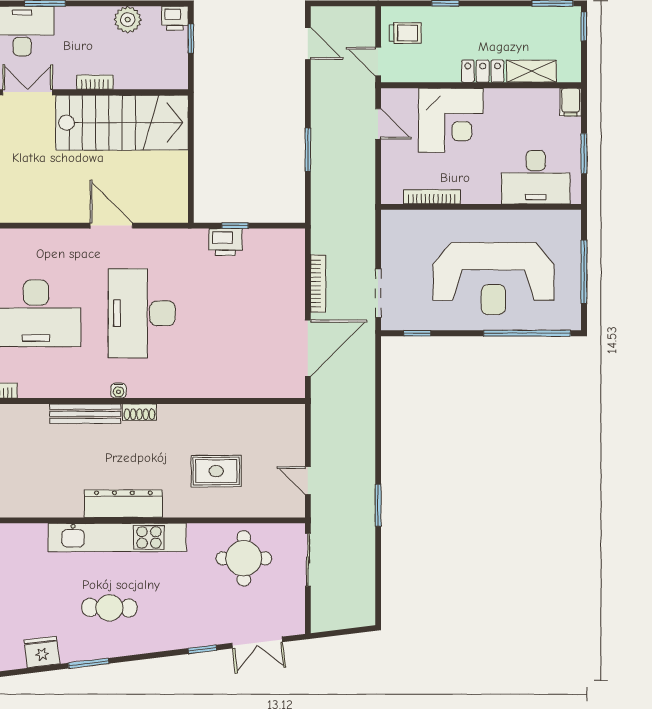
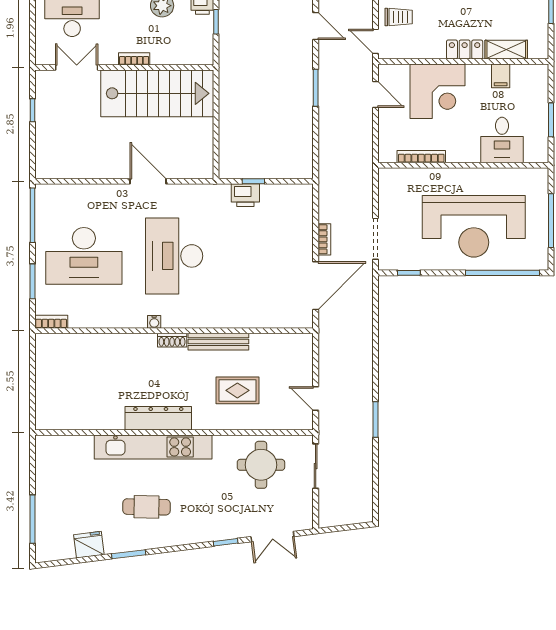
filing cabinet: (571, 102) -> (501, 76), moved
window: (308, 150) -> (316, 88), moved
desk: (536, 177) -> (502, 140), width x0.73
bookcase: (318, 283) -> (324, 239), width x0.64
bench: (85, 414) -> (218, 342), moved

